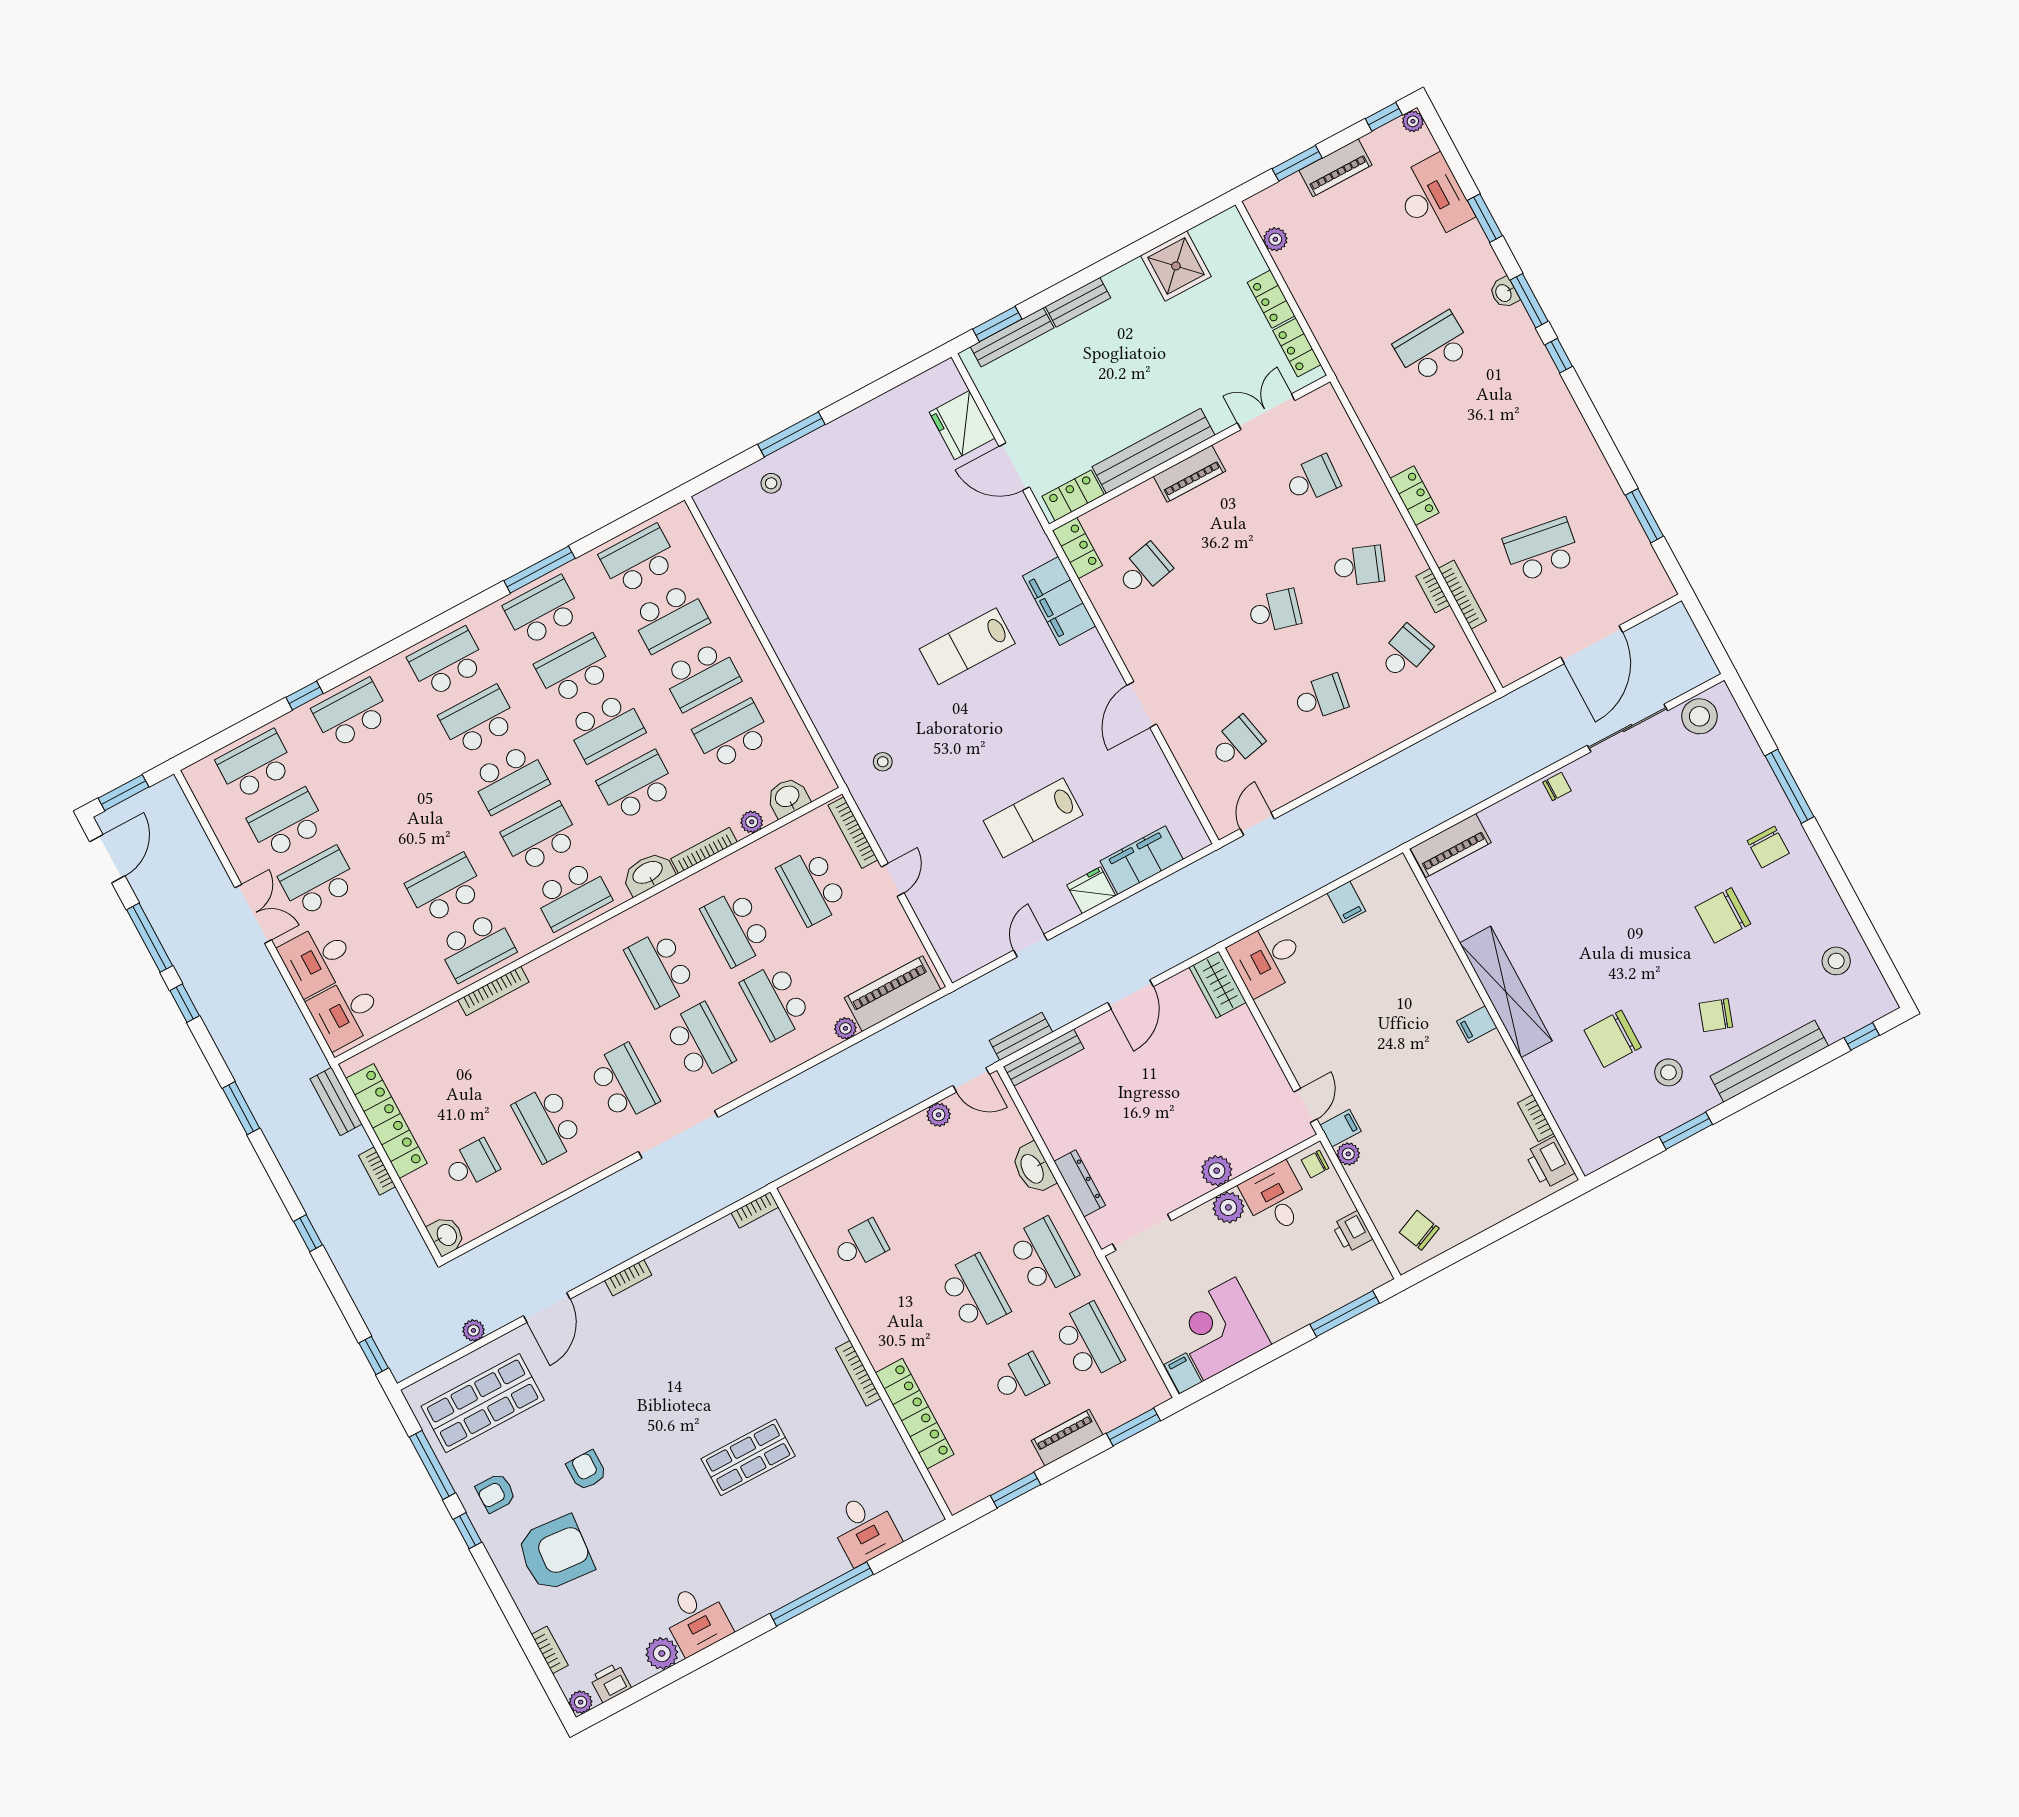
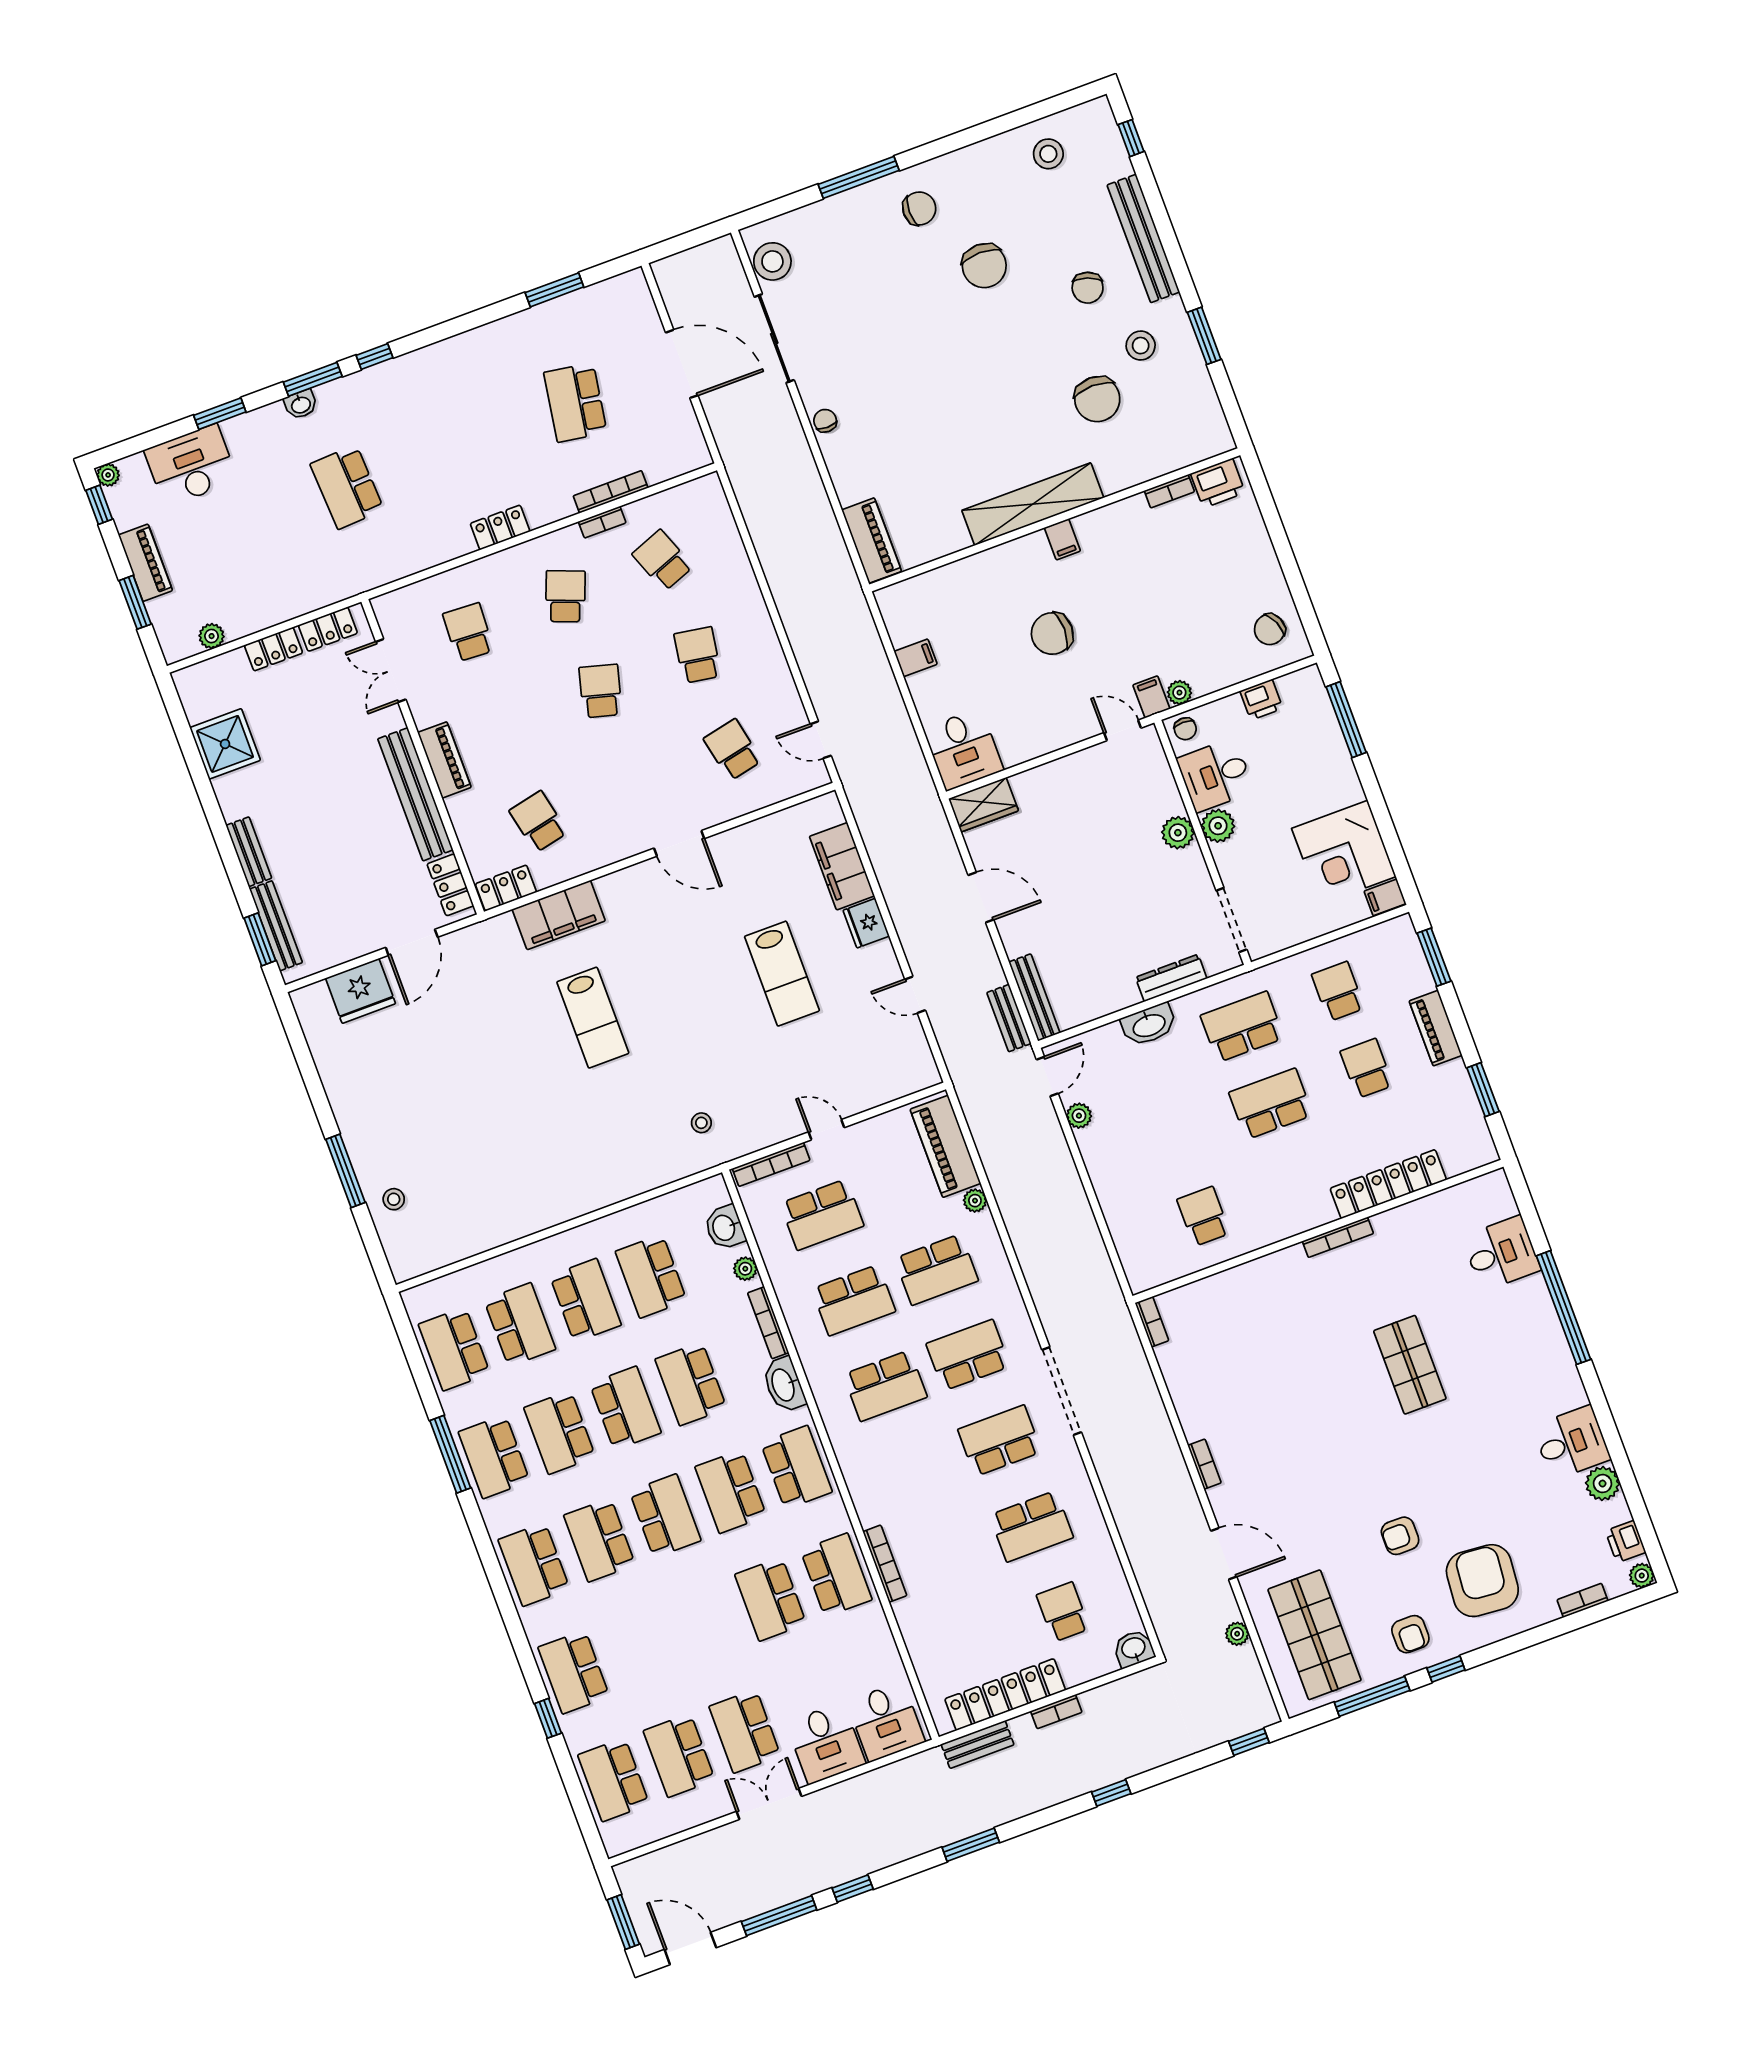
chair: (1387, 1027) -> (1052, 634), added
school desk: (1089, 1341) -> (1338, 991), width x0.54

